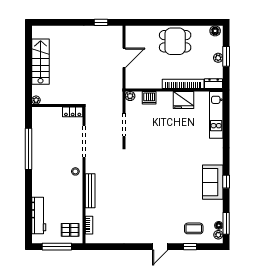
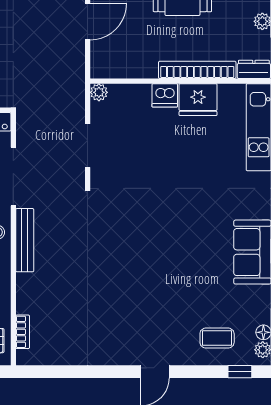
dishwasher: (149, 98) -> (165, 95), moved
bench: (90, 191) -> (25, 240), moved
window: (190, 247) -> (240, 372), moved

